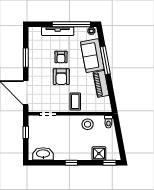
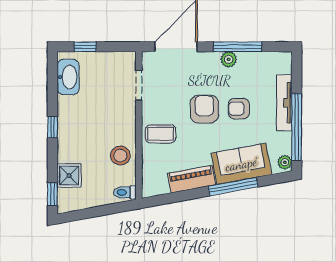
window: (26, 58) -> (238, 47), width x1.44
plant: (33, 63) -> (229, 59), added
armchair: (61, 77) -> (204, 109), turned 90
window: (26, 132) -> (85, 47), moved

